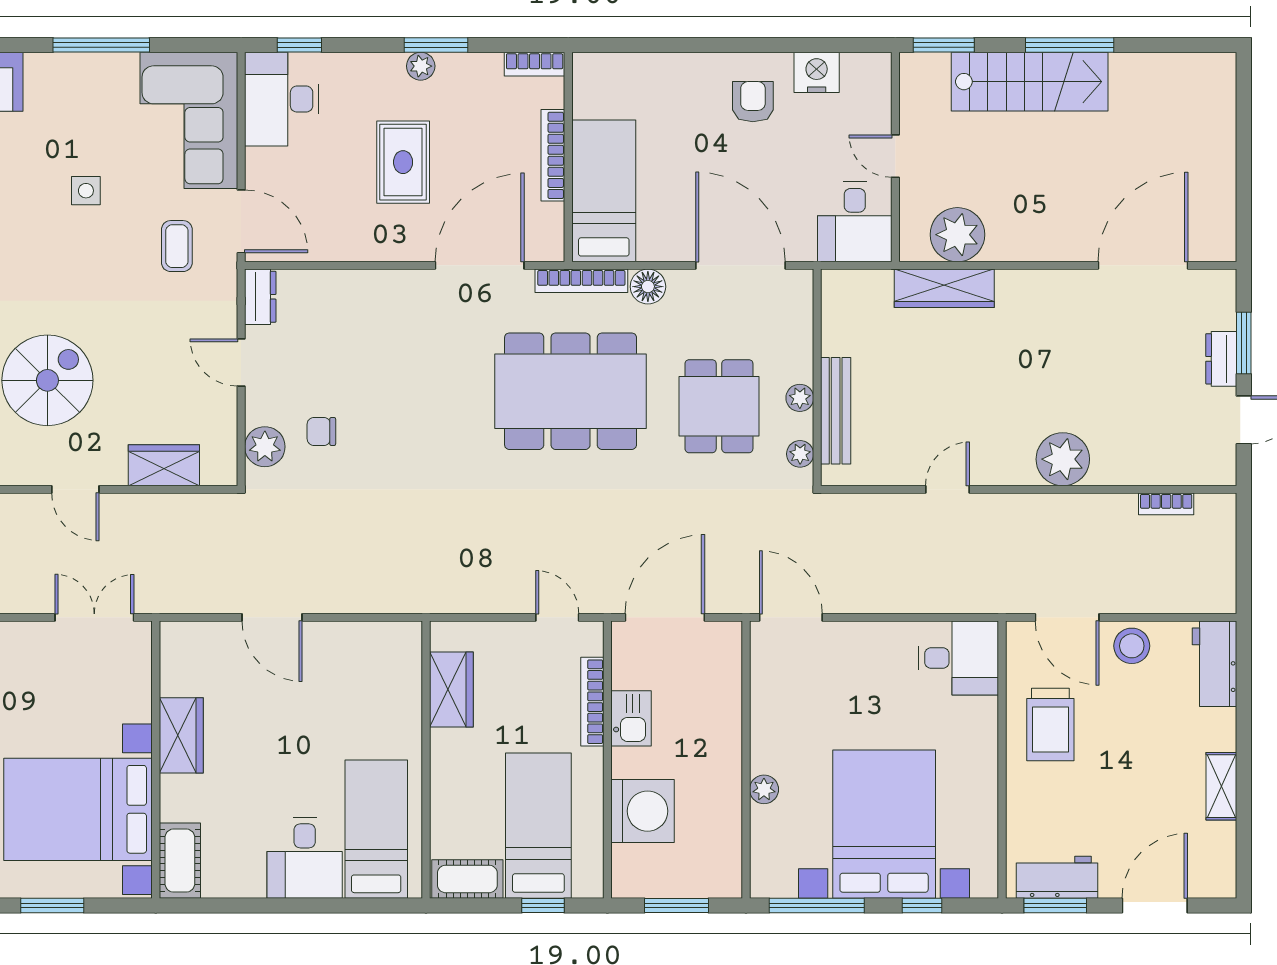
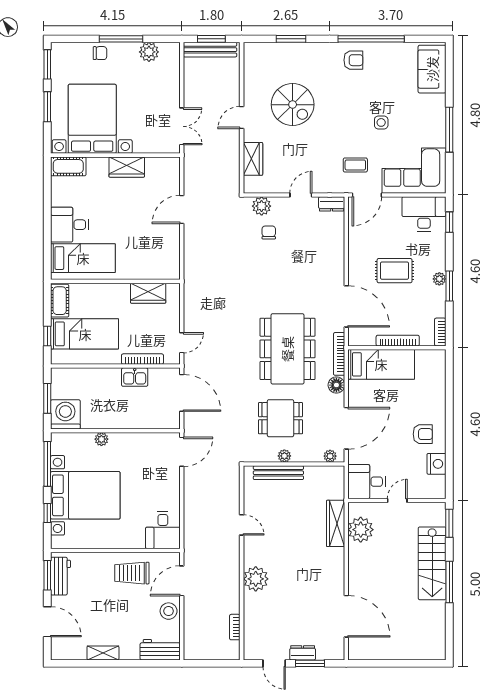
plant: (800, 454) -> (330, 456), moved
washing machine: (642, 811) -> (65, 414), moved, turned 180

